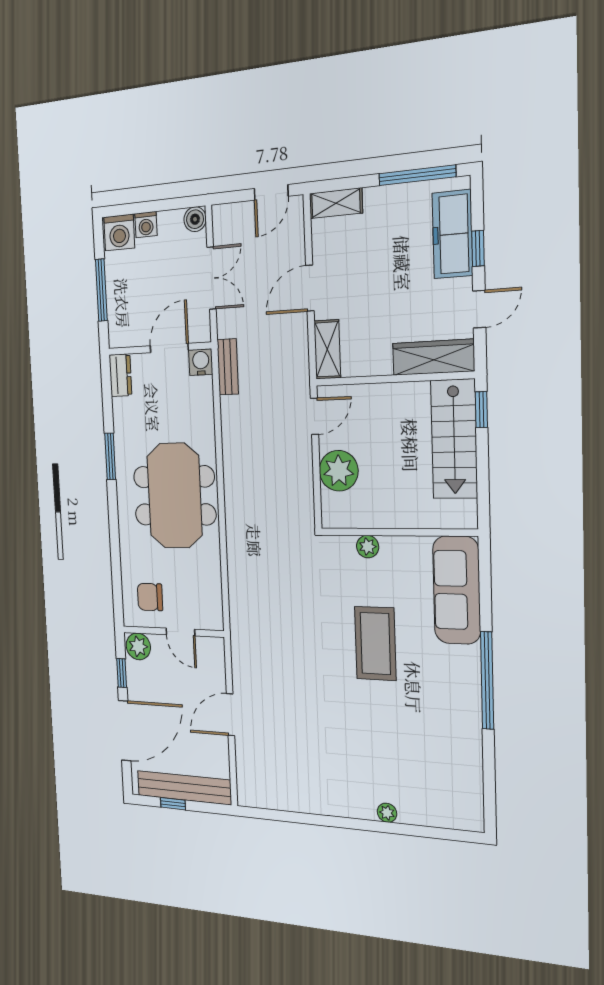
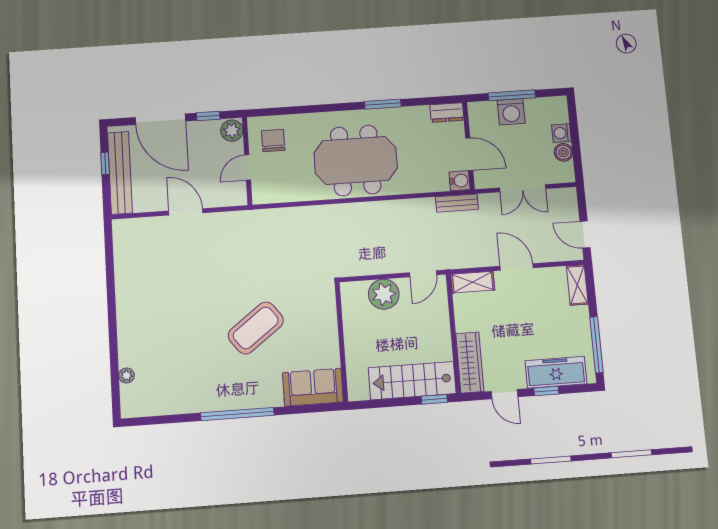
boiler: (195, 219) -> (563, 152), moved
washing machine: (119, 233) -> (511, 112), moved, turned -90
door: (314, 416) -> (423, 274), hinge flipped
plant: (368, 547) -> (329, 319), removed
sofa: (457, 590) -> (313, 387), width x0.73
coffee table: (375, 644) -> (256, 328), turned -37
plant: (387, 813) -> (127, 375), moved

